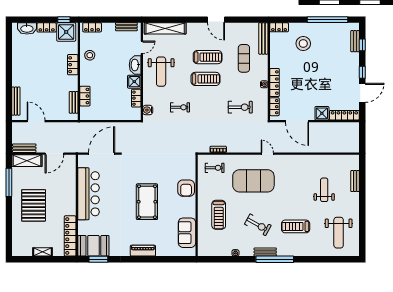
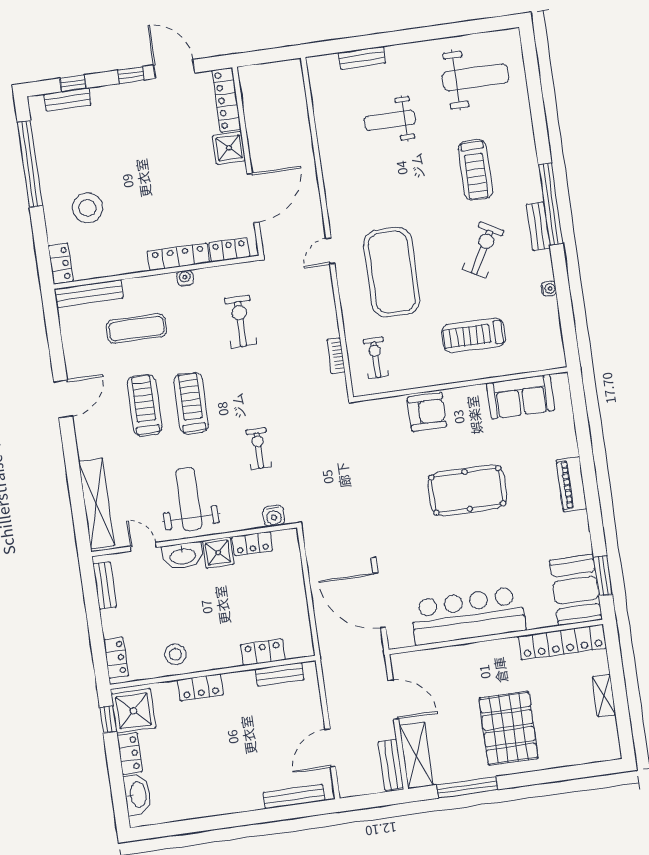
weight bench: (161, 72) -> (189, 499), turned -90
pallet: (34, 205) -> (508, 728), turned 90
treadmill: (219, 215) -> (473, 335), turned 180

